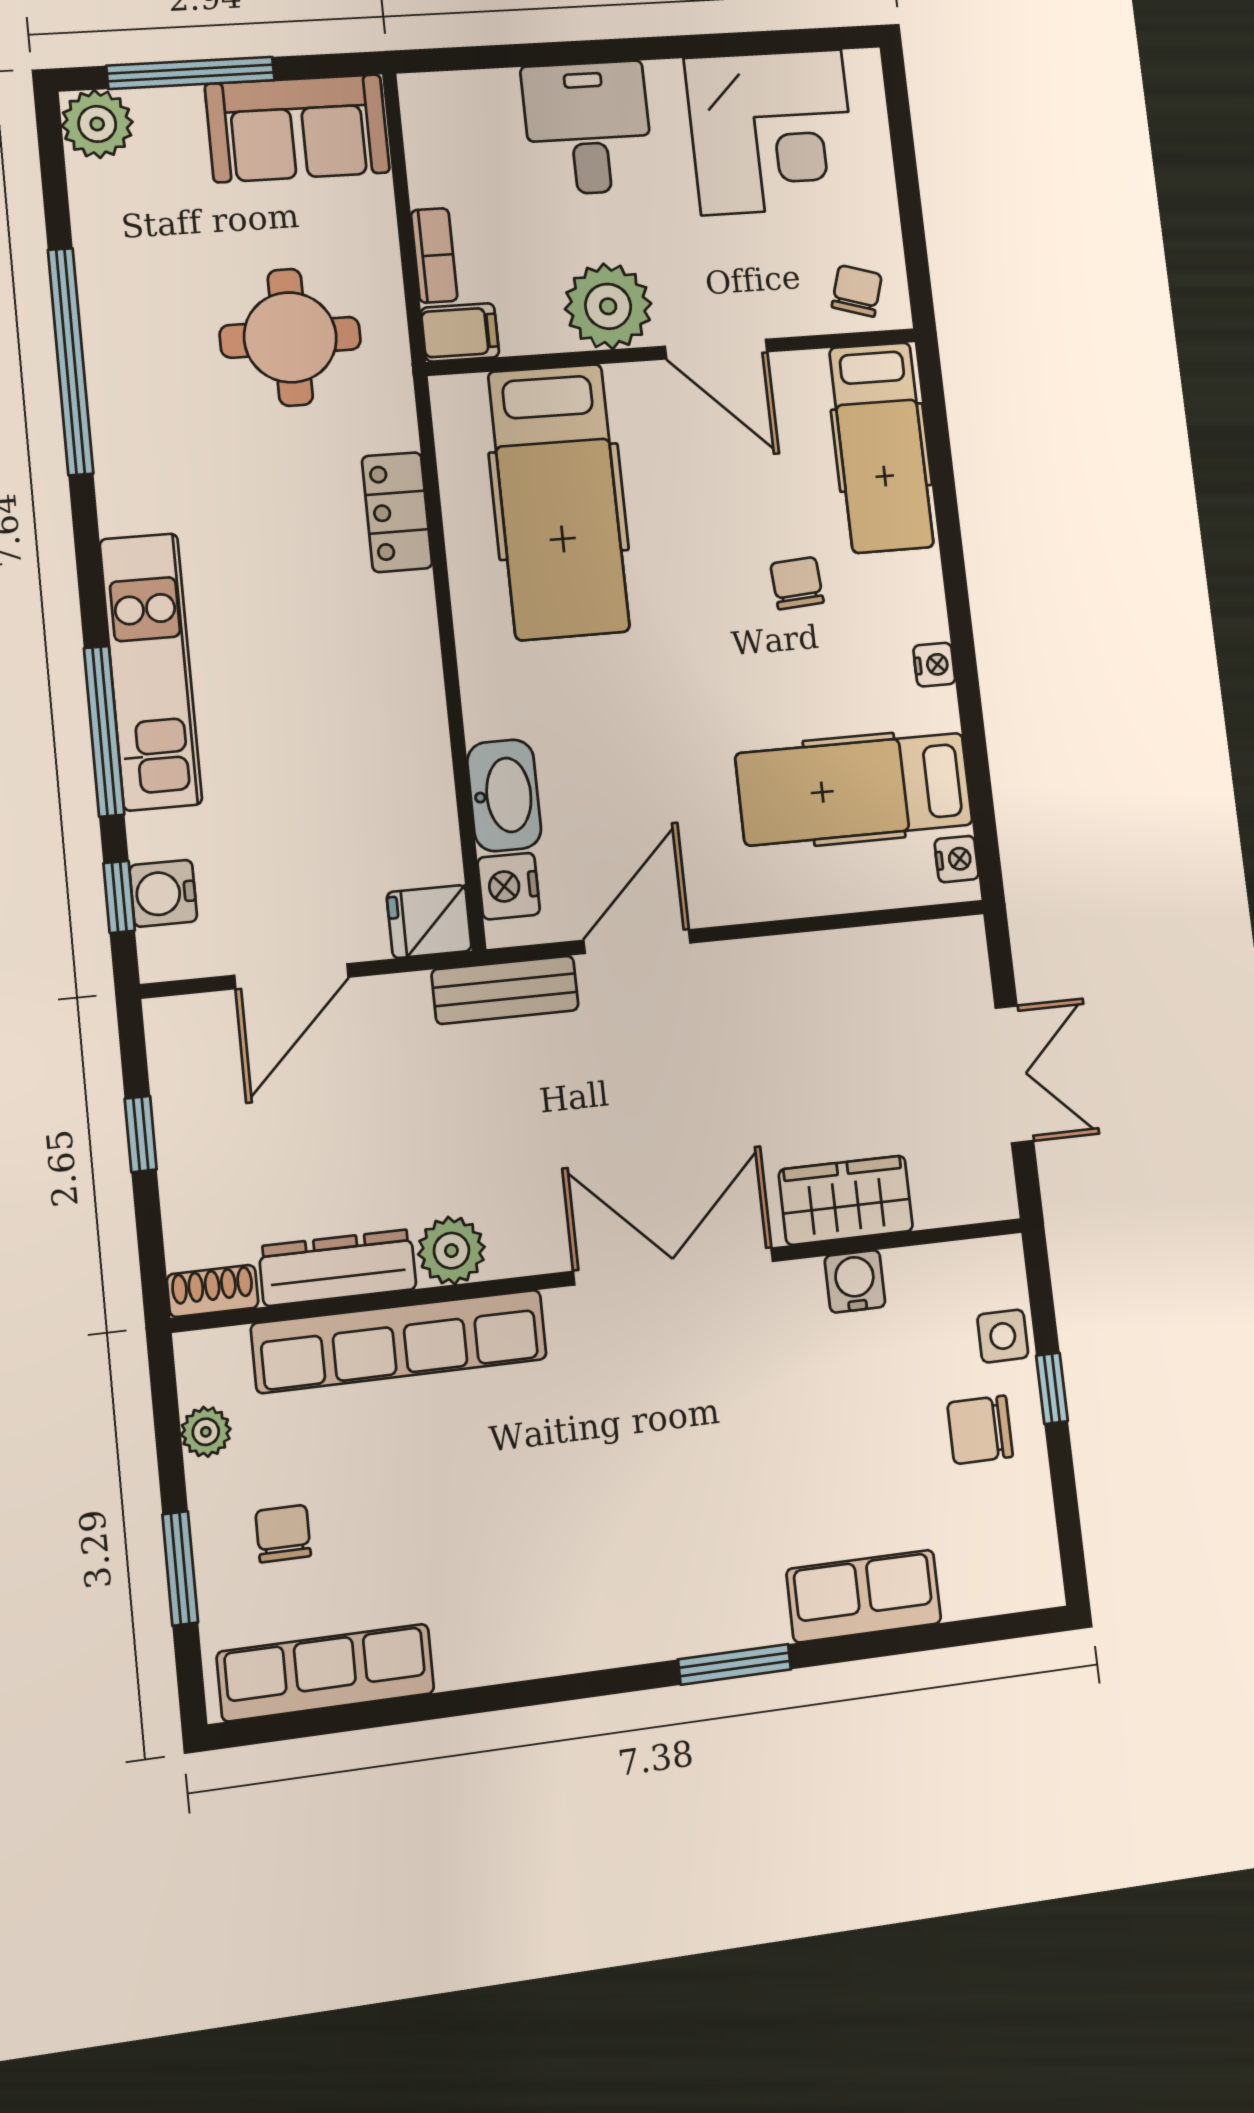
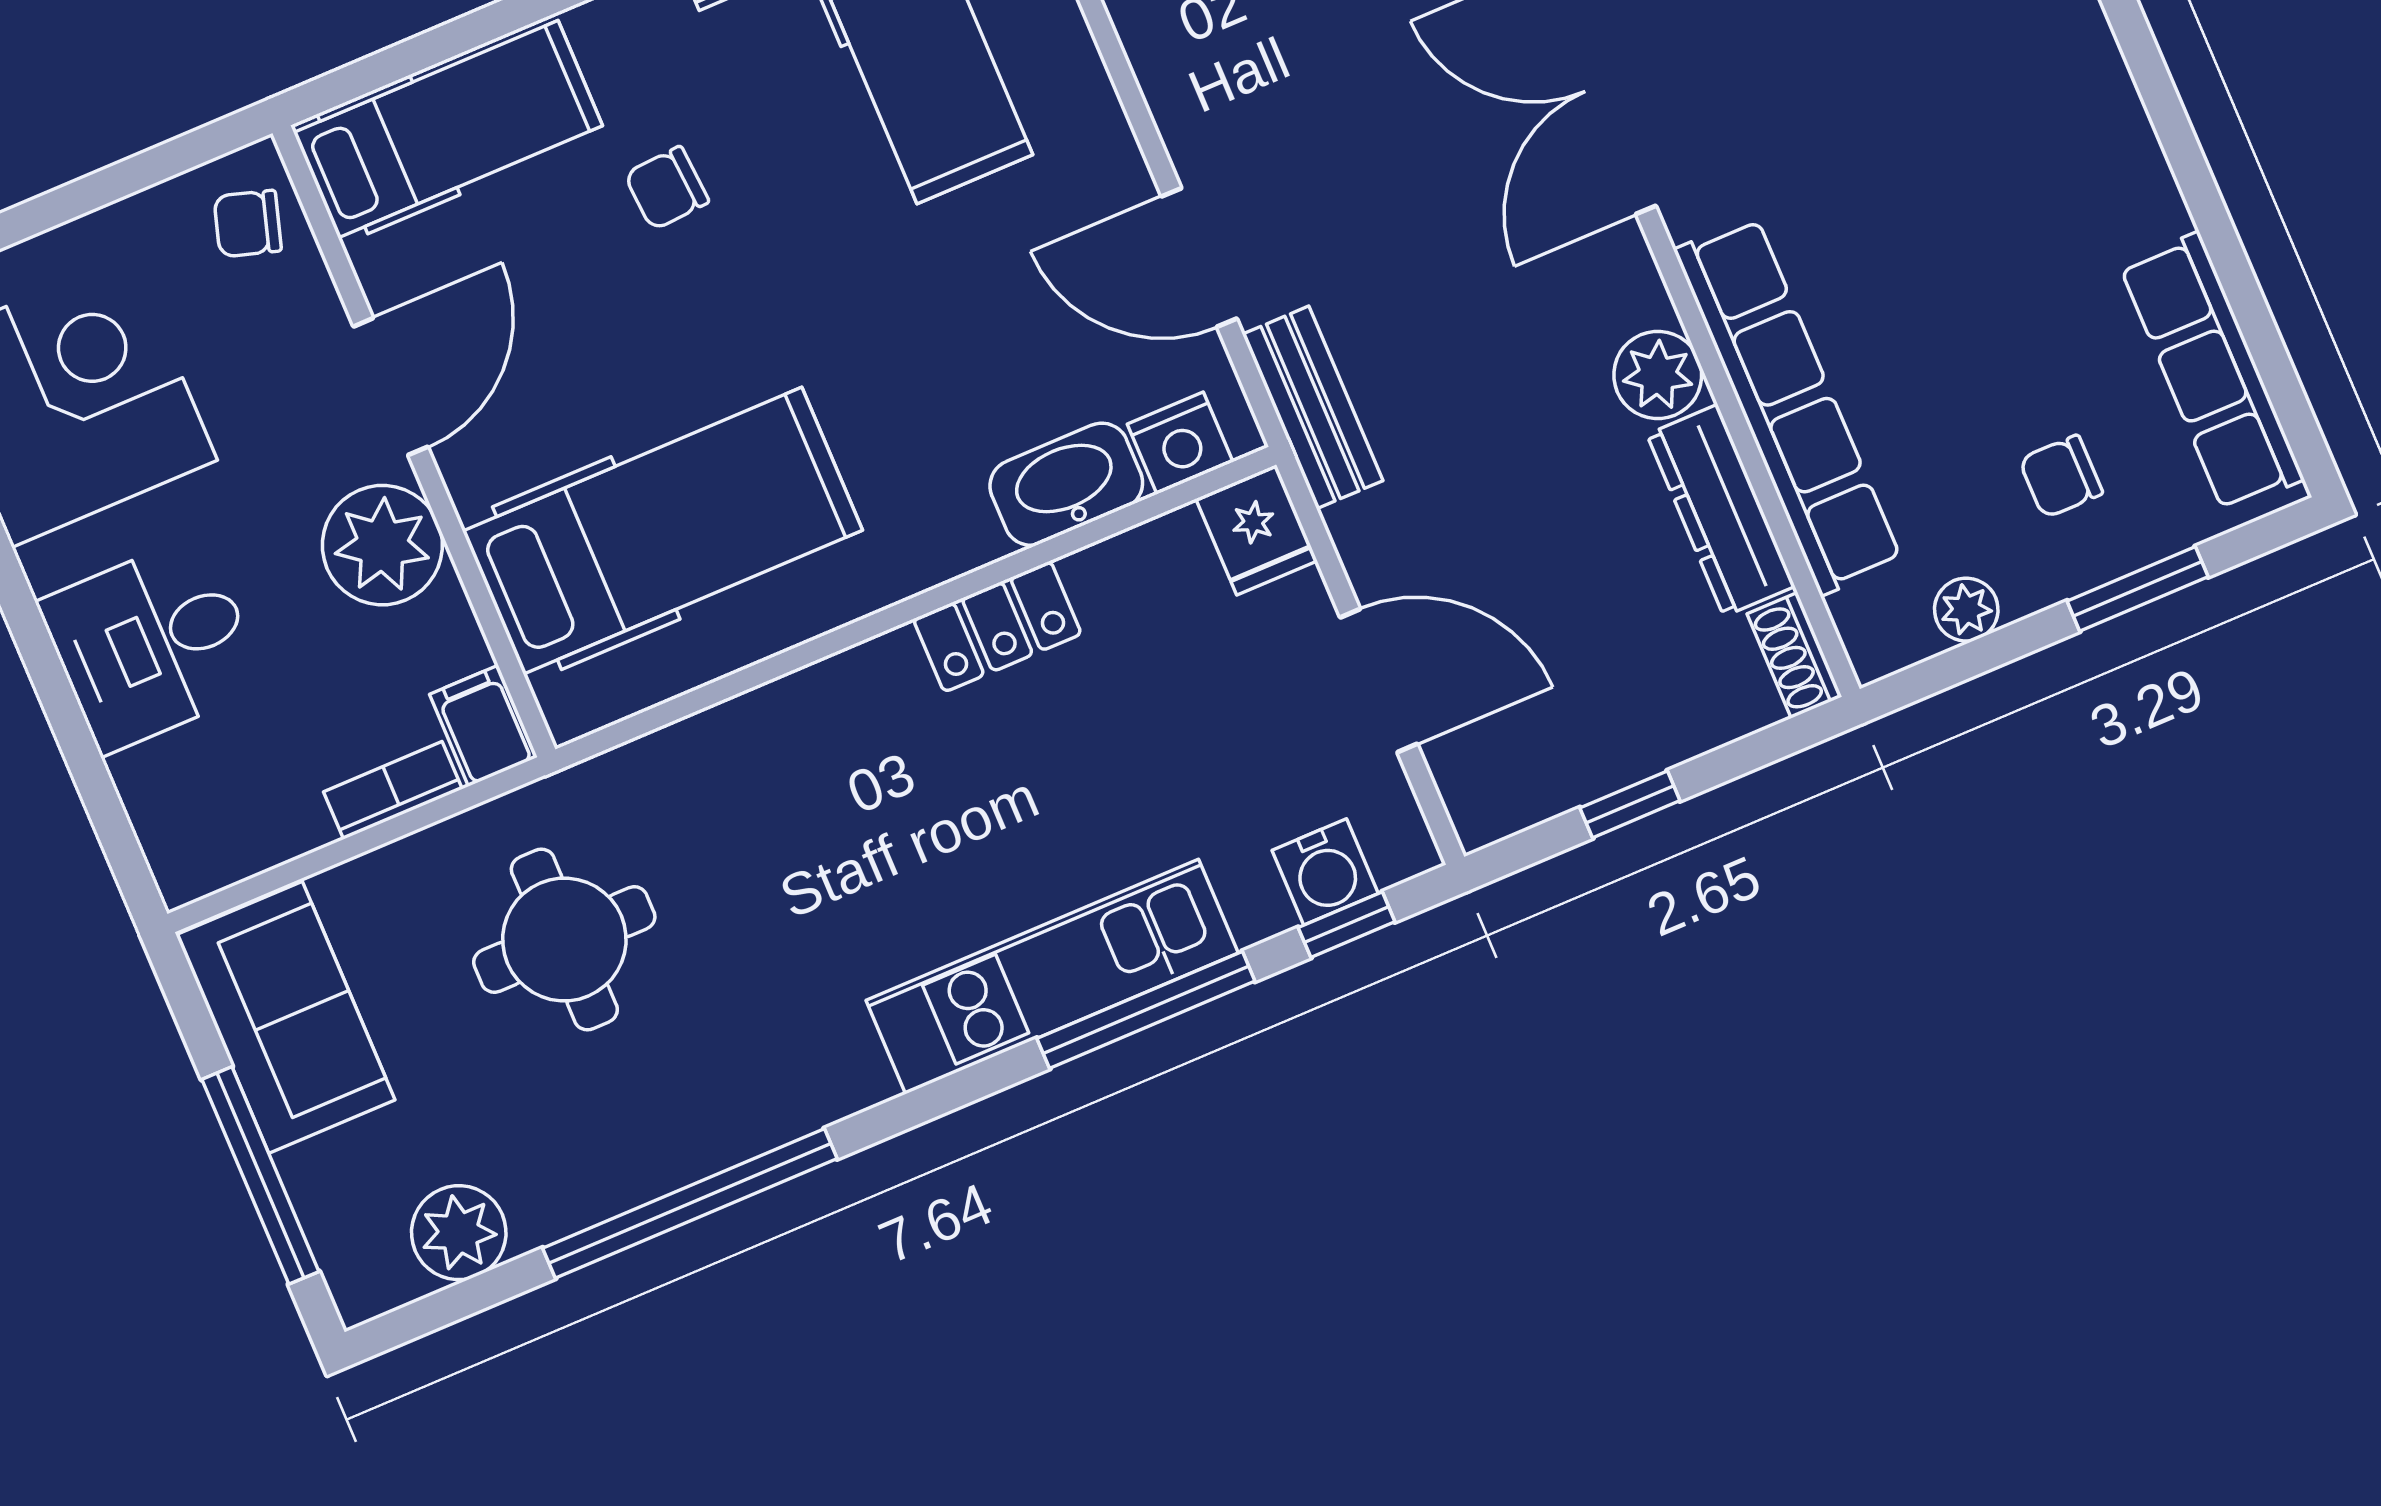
plant: (97, 124) -> (459, 1233), moved
locker: (397, 512) -> (997, 626), moved

